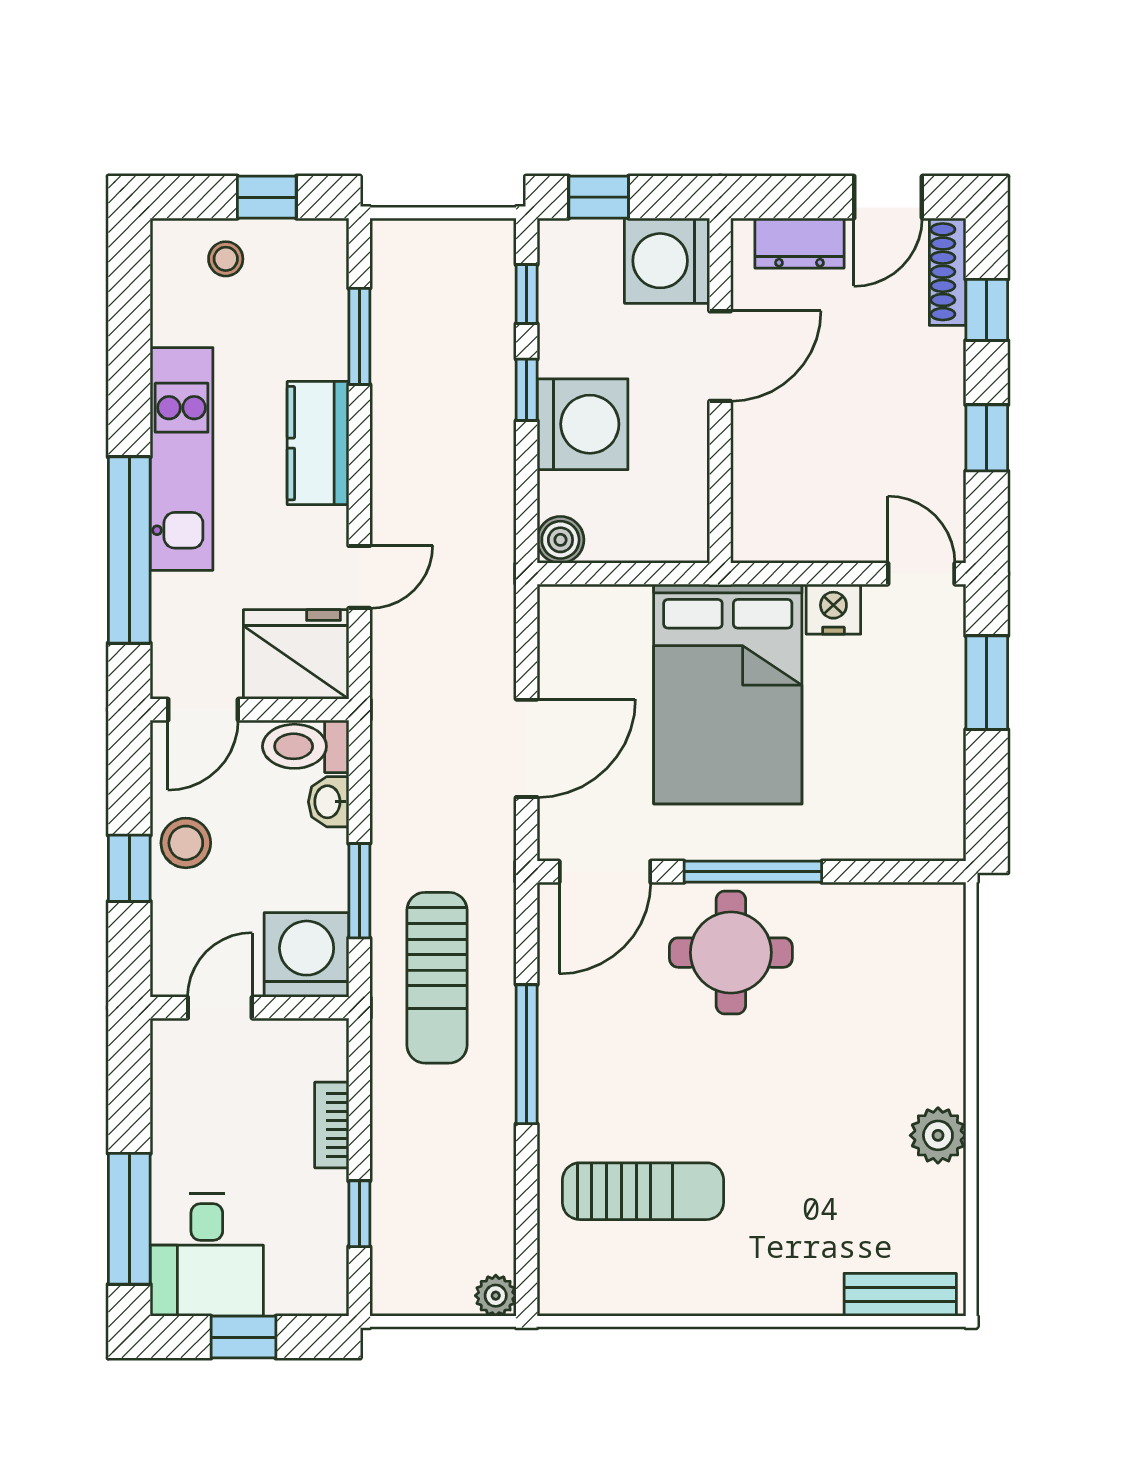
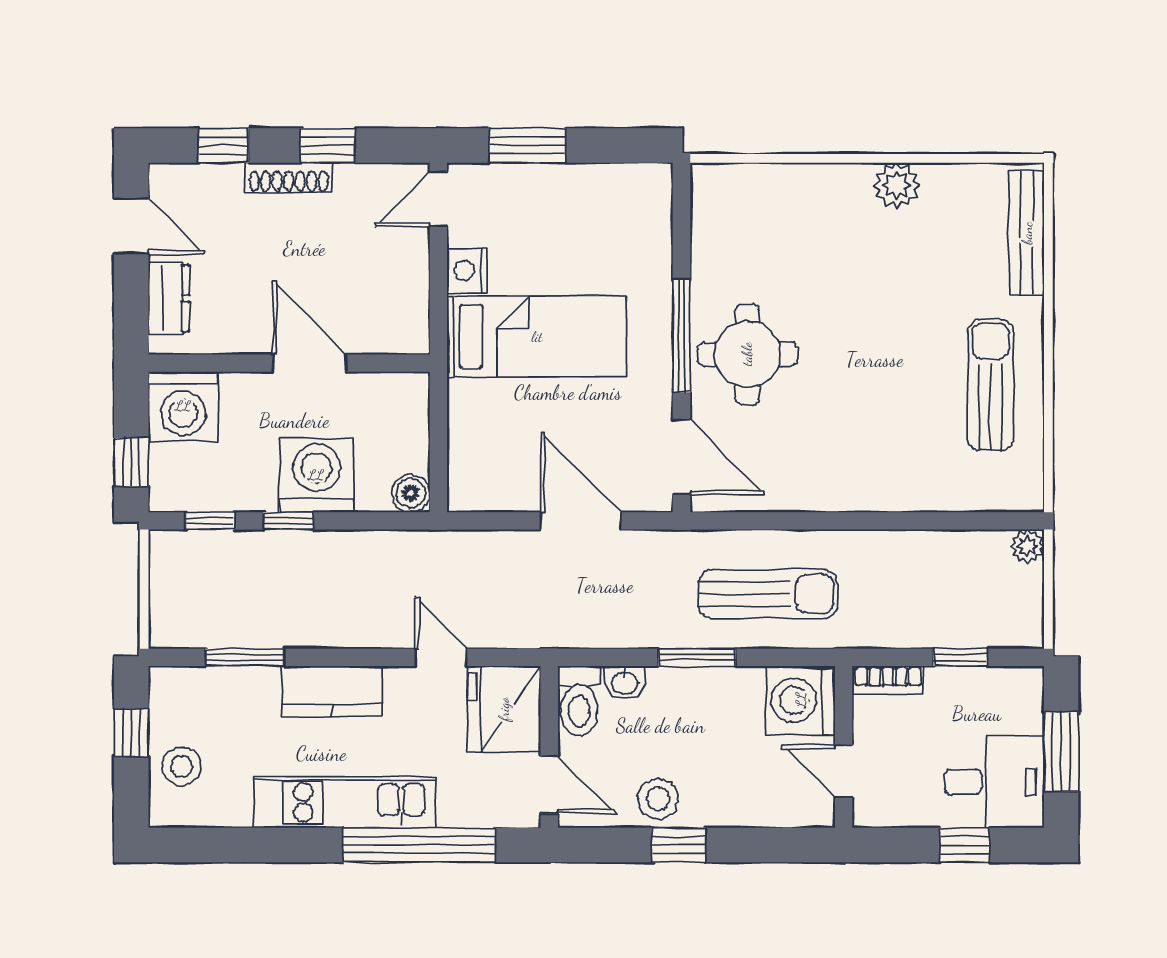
stool: (226, 259) -> (182, 766), width x1.37, depth x1.37
shoe rack: (948, 272) -> (289, 177), moved
door: (720, 356) -> (310, 363), moved
bed: (728, 694) -> (537, 337), width x0.67
washing machine: (307, 955) -> (801, 700), moved
door: (220, 1008) -> (844, 771), moved
wall: (250, 1008) -> (844, 747), moved
window: (527, 1054) -> (830, 521), removed
sun lounger: (643, 1191) -> (991, 385), moved
window: (129, 1219) -> (965, 845), width x0.46
bench: (900, 1295) -> (1027, 233), width x1.36
window: (243, 1337) -> (1061, 752), width x1.50

